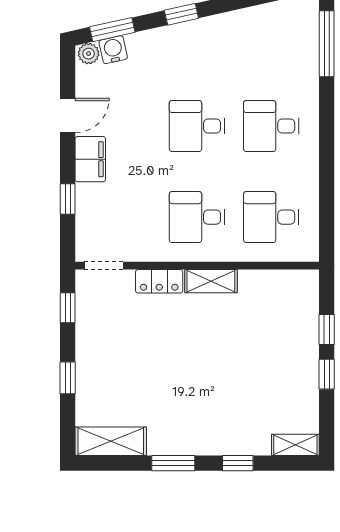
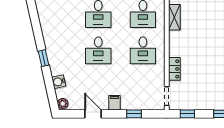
window: (112, 30) -> (51, 92), removed
water cooler: (113, 50) -> (59, 82), moved
filing cabinet: (90, 159) -> (115, 103), width x0.50
shelving: (211, 281) -> (174, 17), moved

